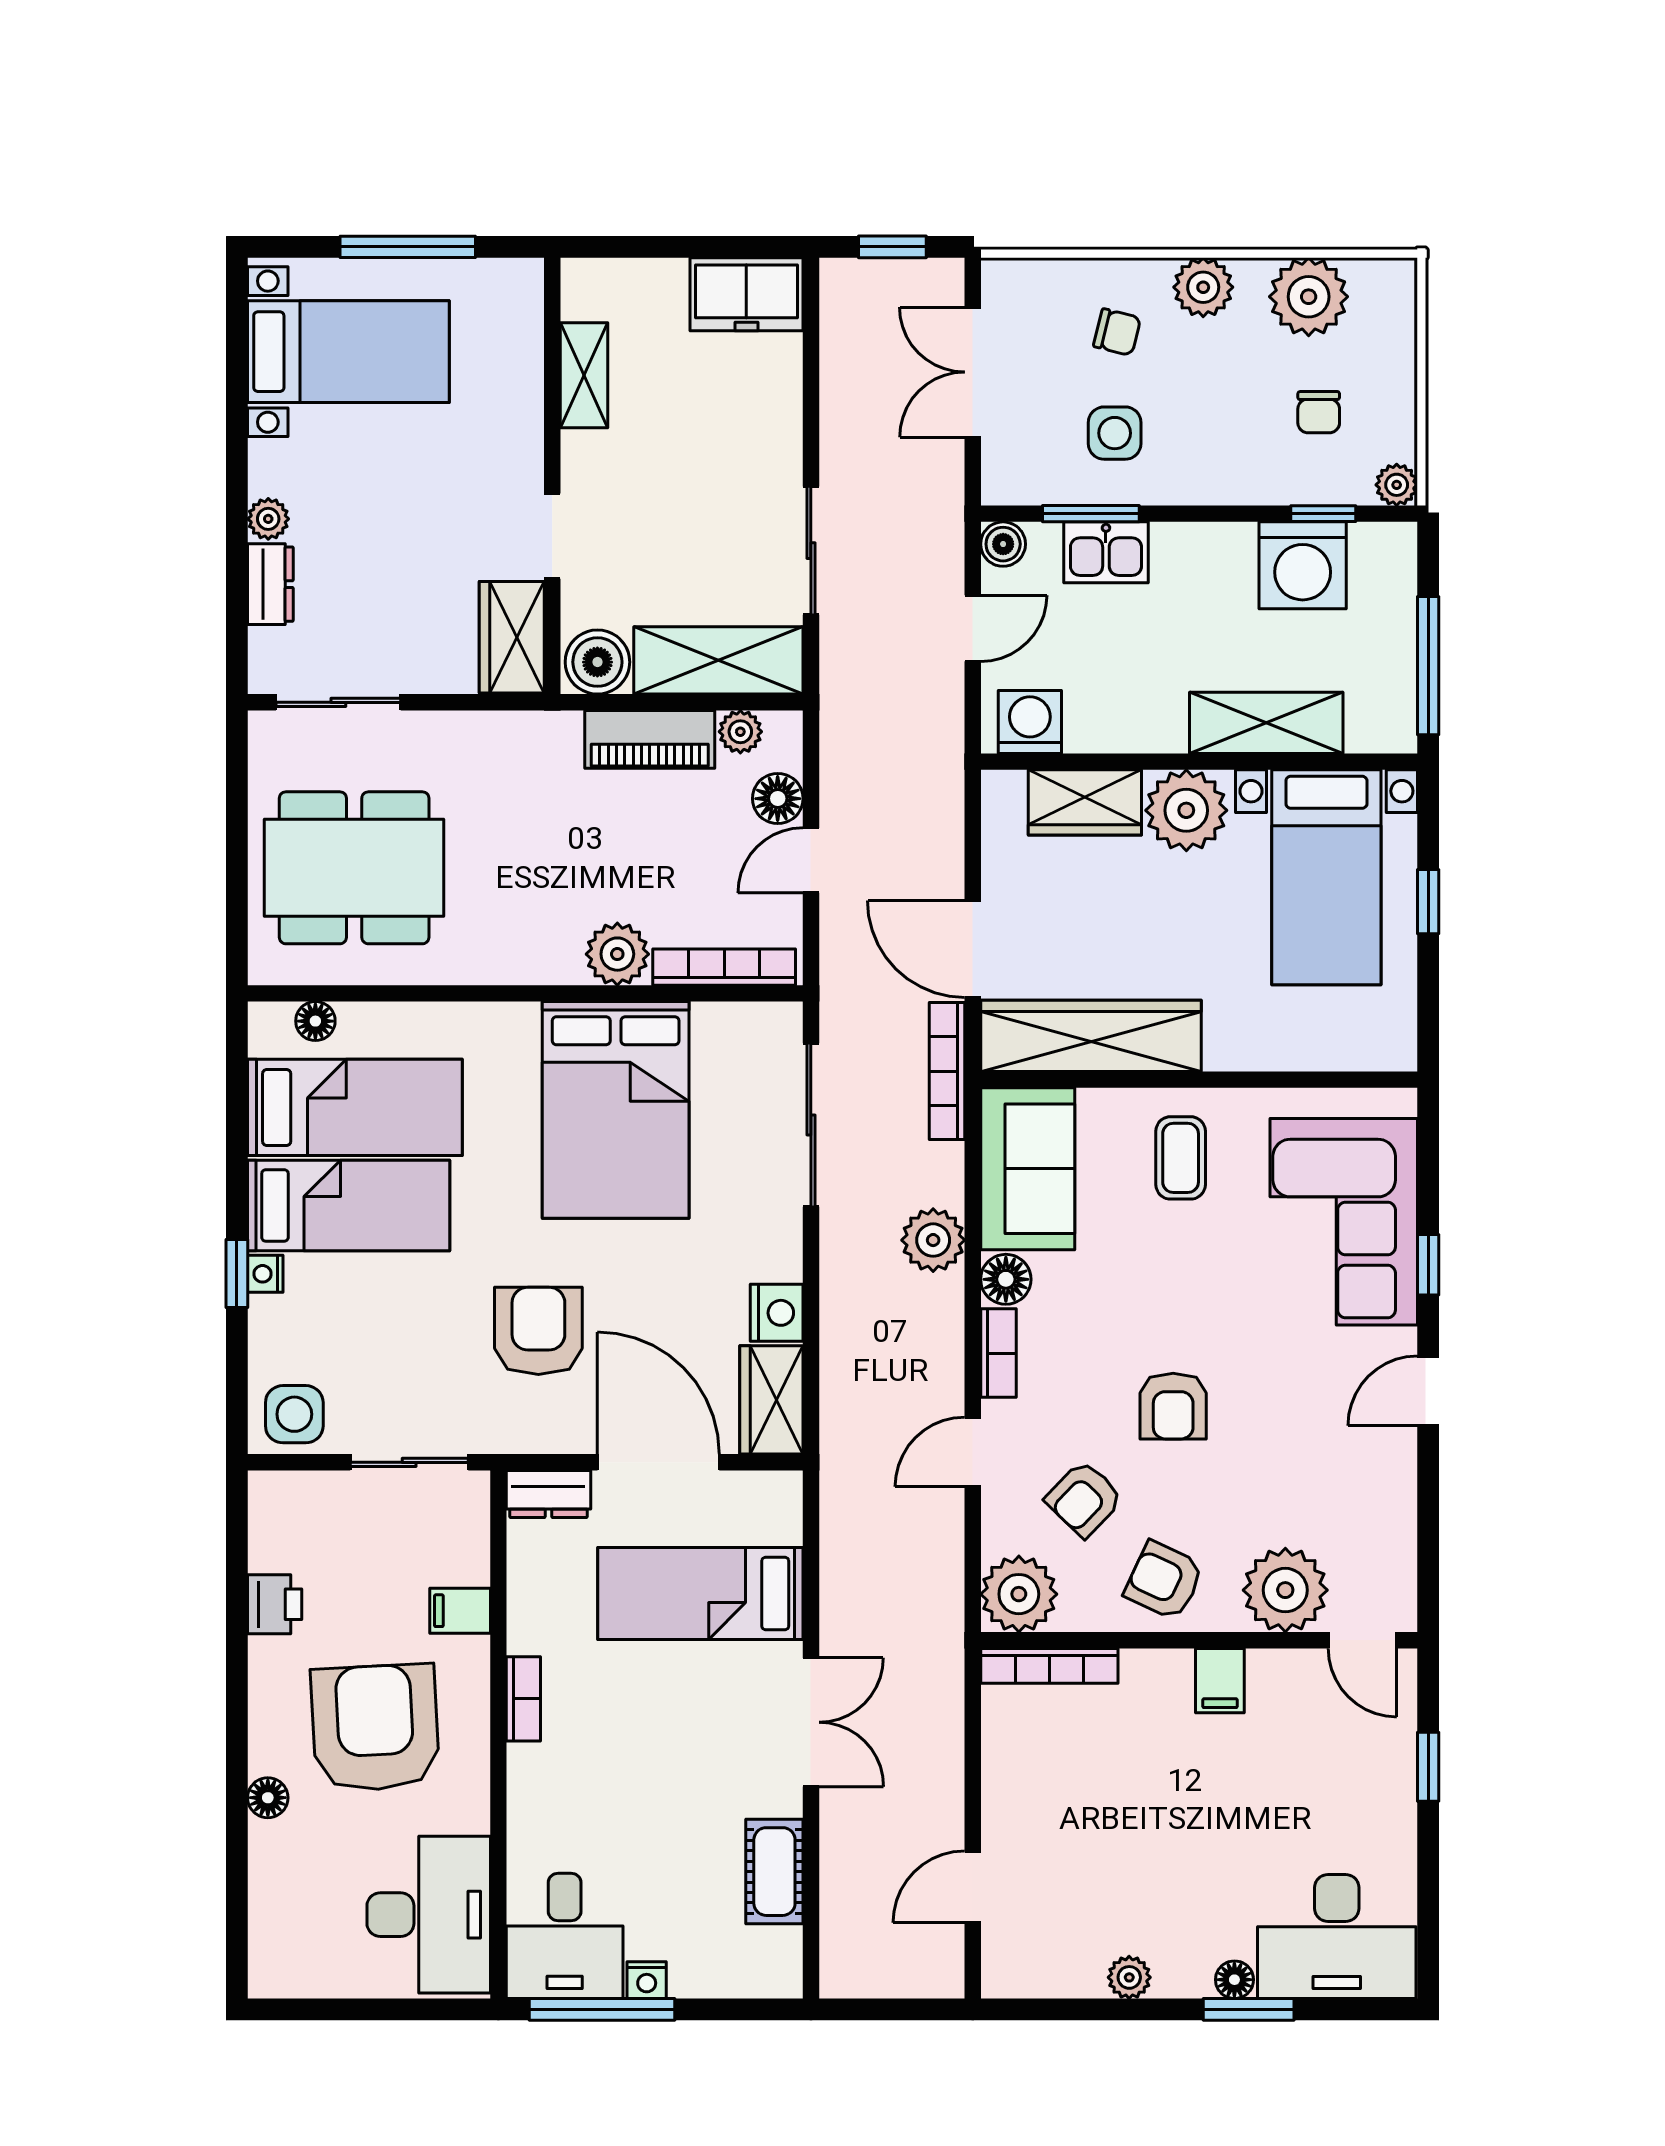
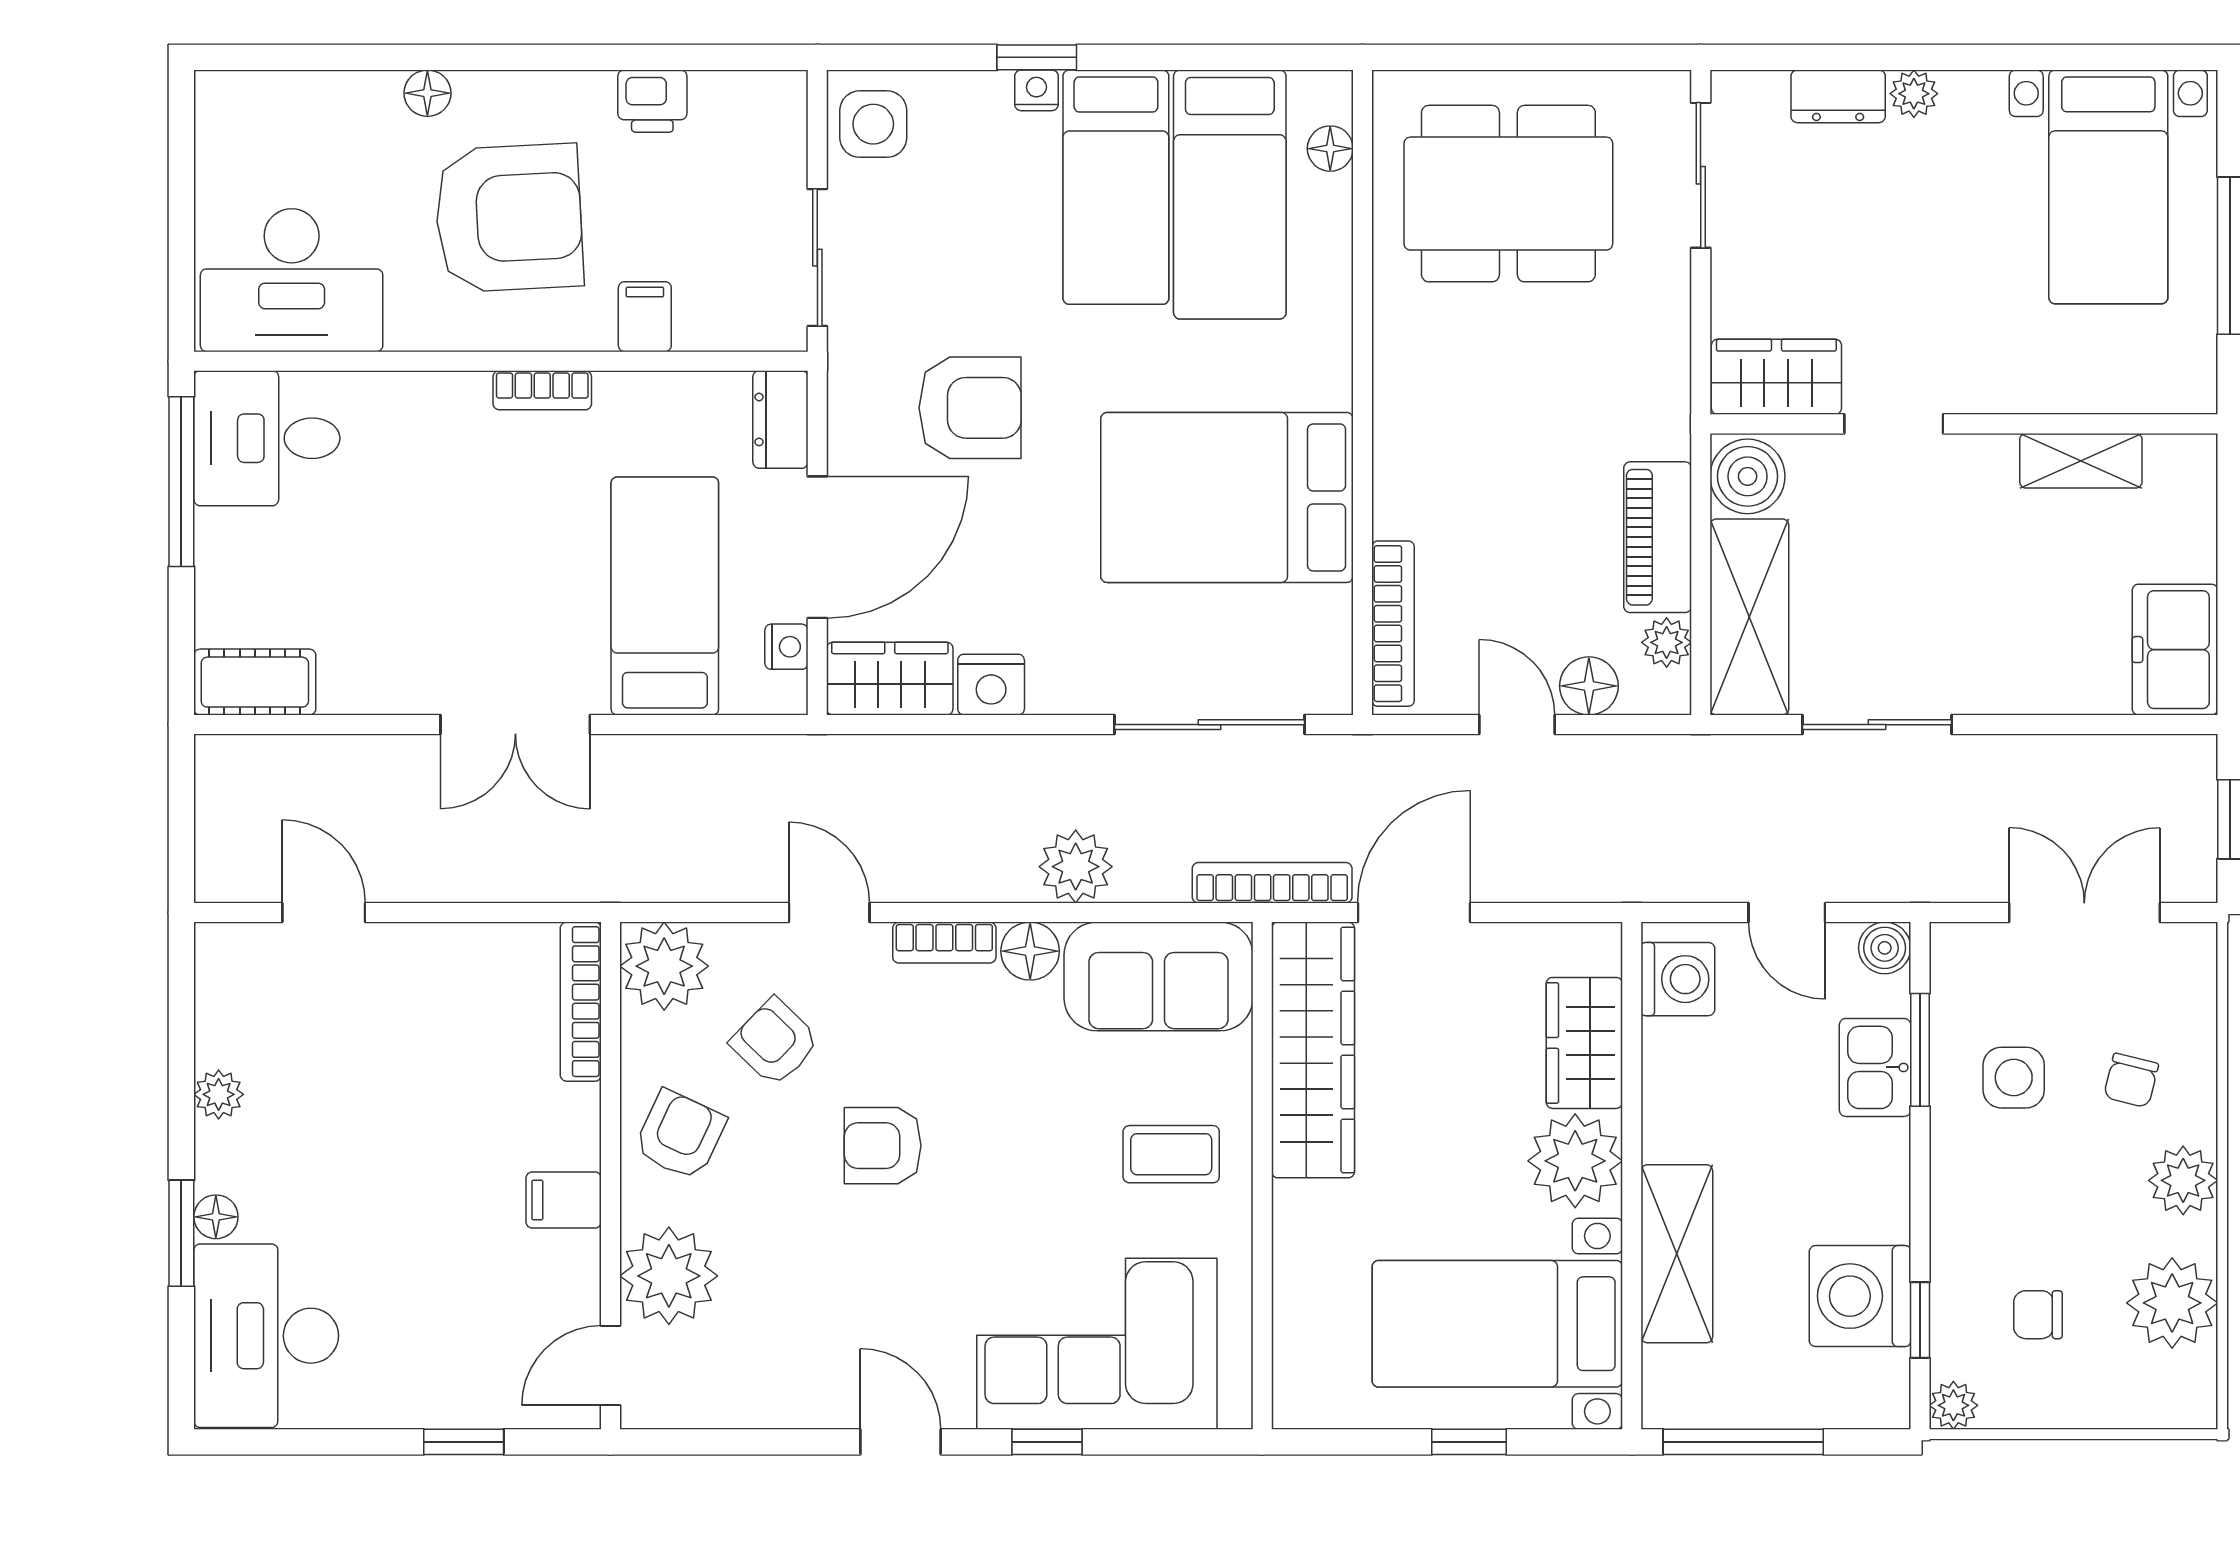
dining table: (354, 868) -> (1508, 194), turned 90
plant: (617, 954) -> (1408, 499), removed
cot: (774, 1872) -> (255, 682), moved
nightstand: (647, 1980) -> (786, 647), moved, turned 180

